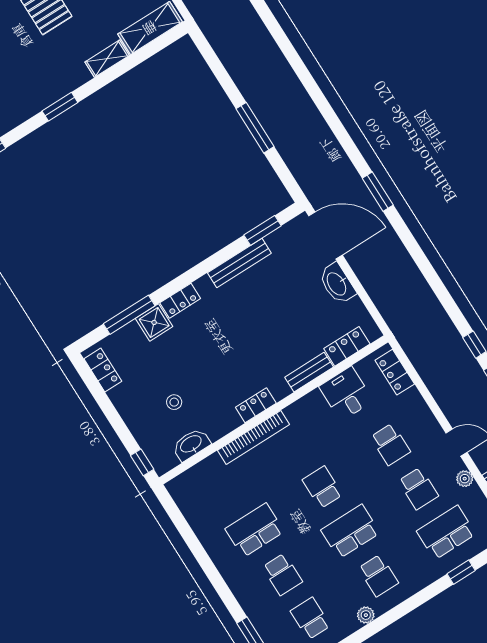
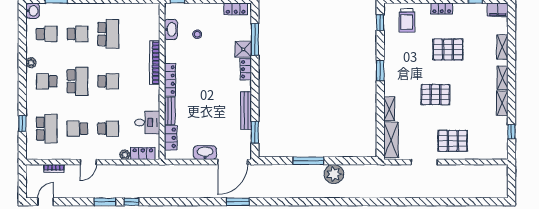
plant: (251, 79) -> (334, 174), added
locker: (256, 405) -> (170, 80), width x1.53
school desk: (390, 444) -> (108, 129), turned 180
plant: (465, 479) -> (125, 155), moved
school desk: (282, 574) -> (77, 34), turned 180

